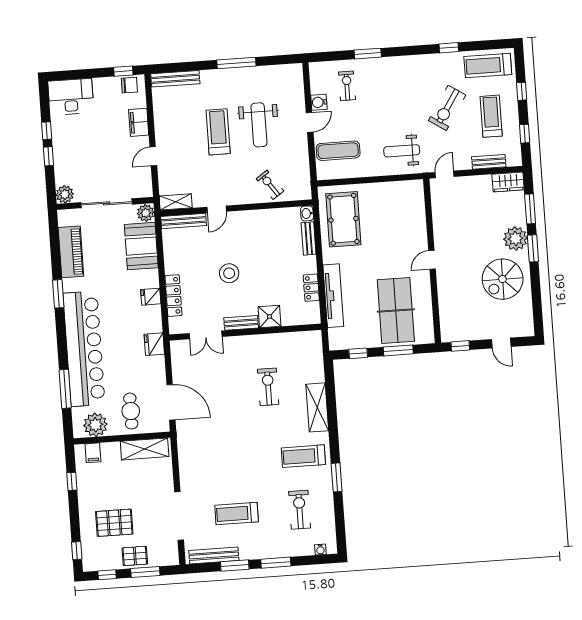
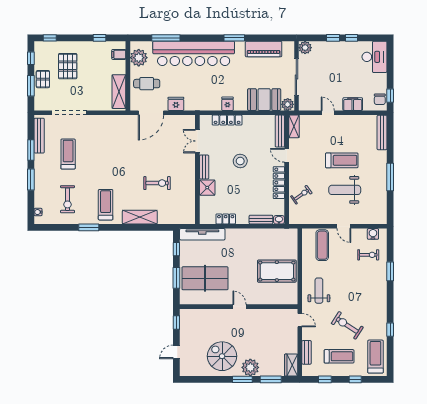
water cooler: (319, 102) -> (373, 234), moved
locker: (255, 217) -> (279, 183), added
pool table: (343, 219) -> (277, 271), moved
tv unit: (333, 296) -> (202, 234), moved
fridge: (154, 344) -> (176, 104), moved
exercise bike: (300, 510) -> (68, 199), turned 90

